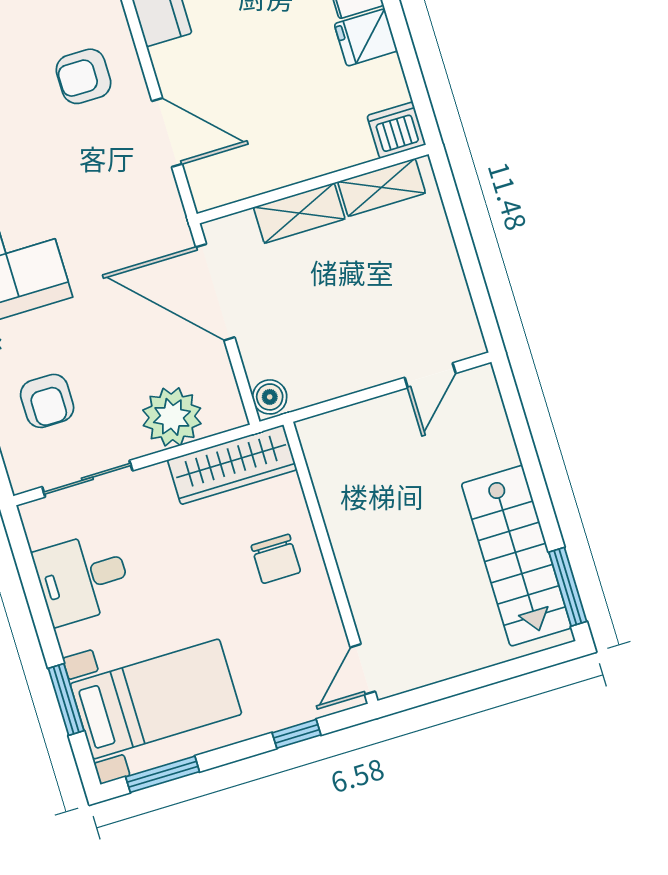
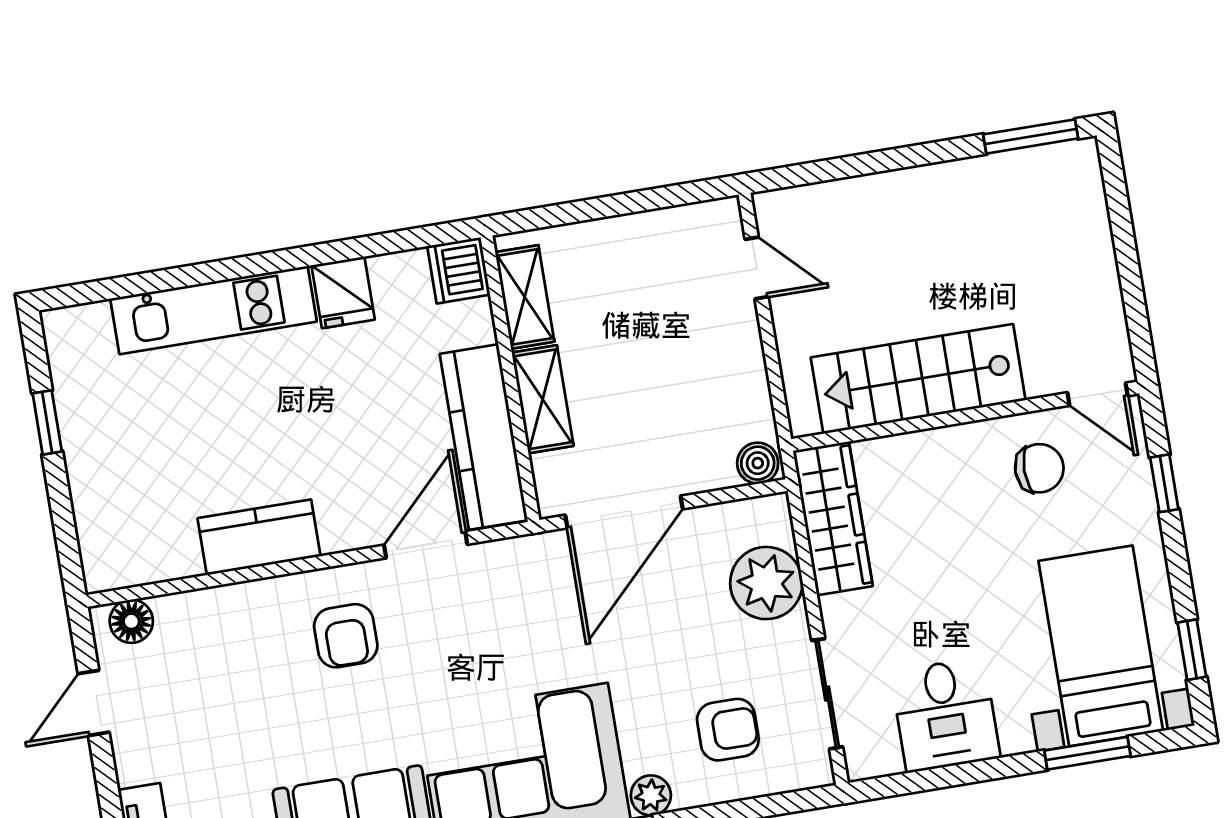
kitchen counter: (262, 169) -> (484, 437), added
stairs: (516, 556) -> (918, 379), moved, turned 180
chair: (276, 559) -> (1039, 468), moved
window: (163, 774) -> (1192, 650), width x0.67

